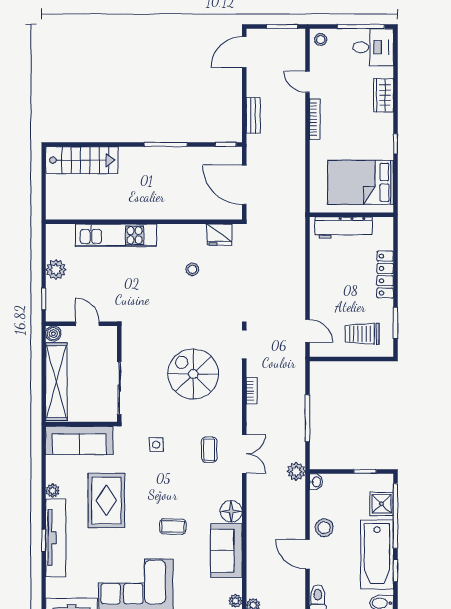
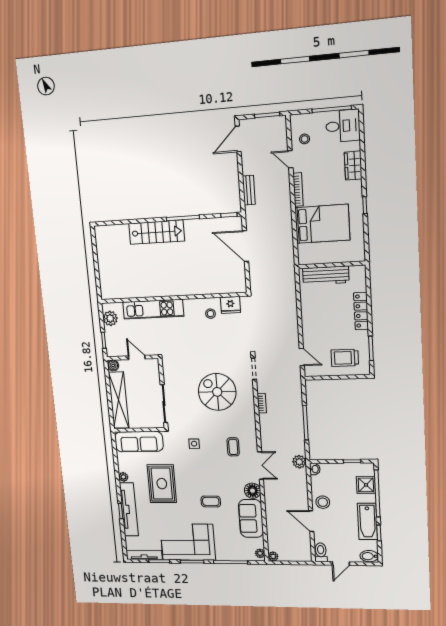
stool: (321, 40) -> (305, 139), moved
stairs: (82, 160) -> (157, 232), moved
bed: (360, 182) -> (322, 224), moved, turned 180
wall: (144, 222) -> (173, 298), moved
kitchen unit: (116, 235) -> (153, 309), moved
fridge: (219, 235) -> (230, 305), moved
double door: (244, 454) -> (260, 465), moved
bathtub: (377, 555) -> (367, 522), width x0.73, depth x0.73

